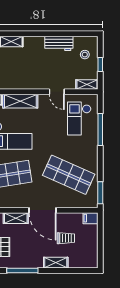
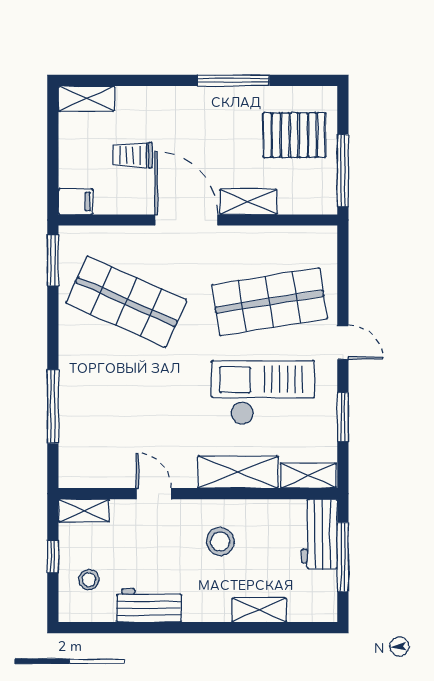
stool: (28, 71) -> (220, 542), added
checkout: (79, 119) -> (102, 432), removed
shelving: (56, 263) -> (86, 99), moved

